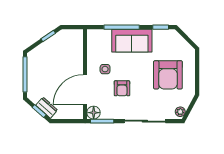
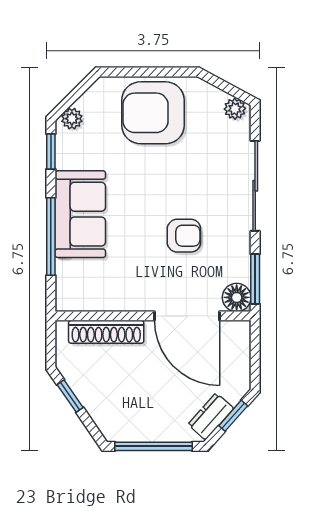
plant: (176, 37) -> (72, 119), added
shoe rack: (78, 53) -> (106, 332), added
side table: (105, 69) -> (142, 272), removed
armchair: (168, 75) -> (153, 113), moved, turned 180
dresser: (47, 108) -> (211, 416), moved

